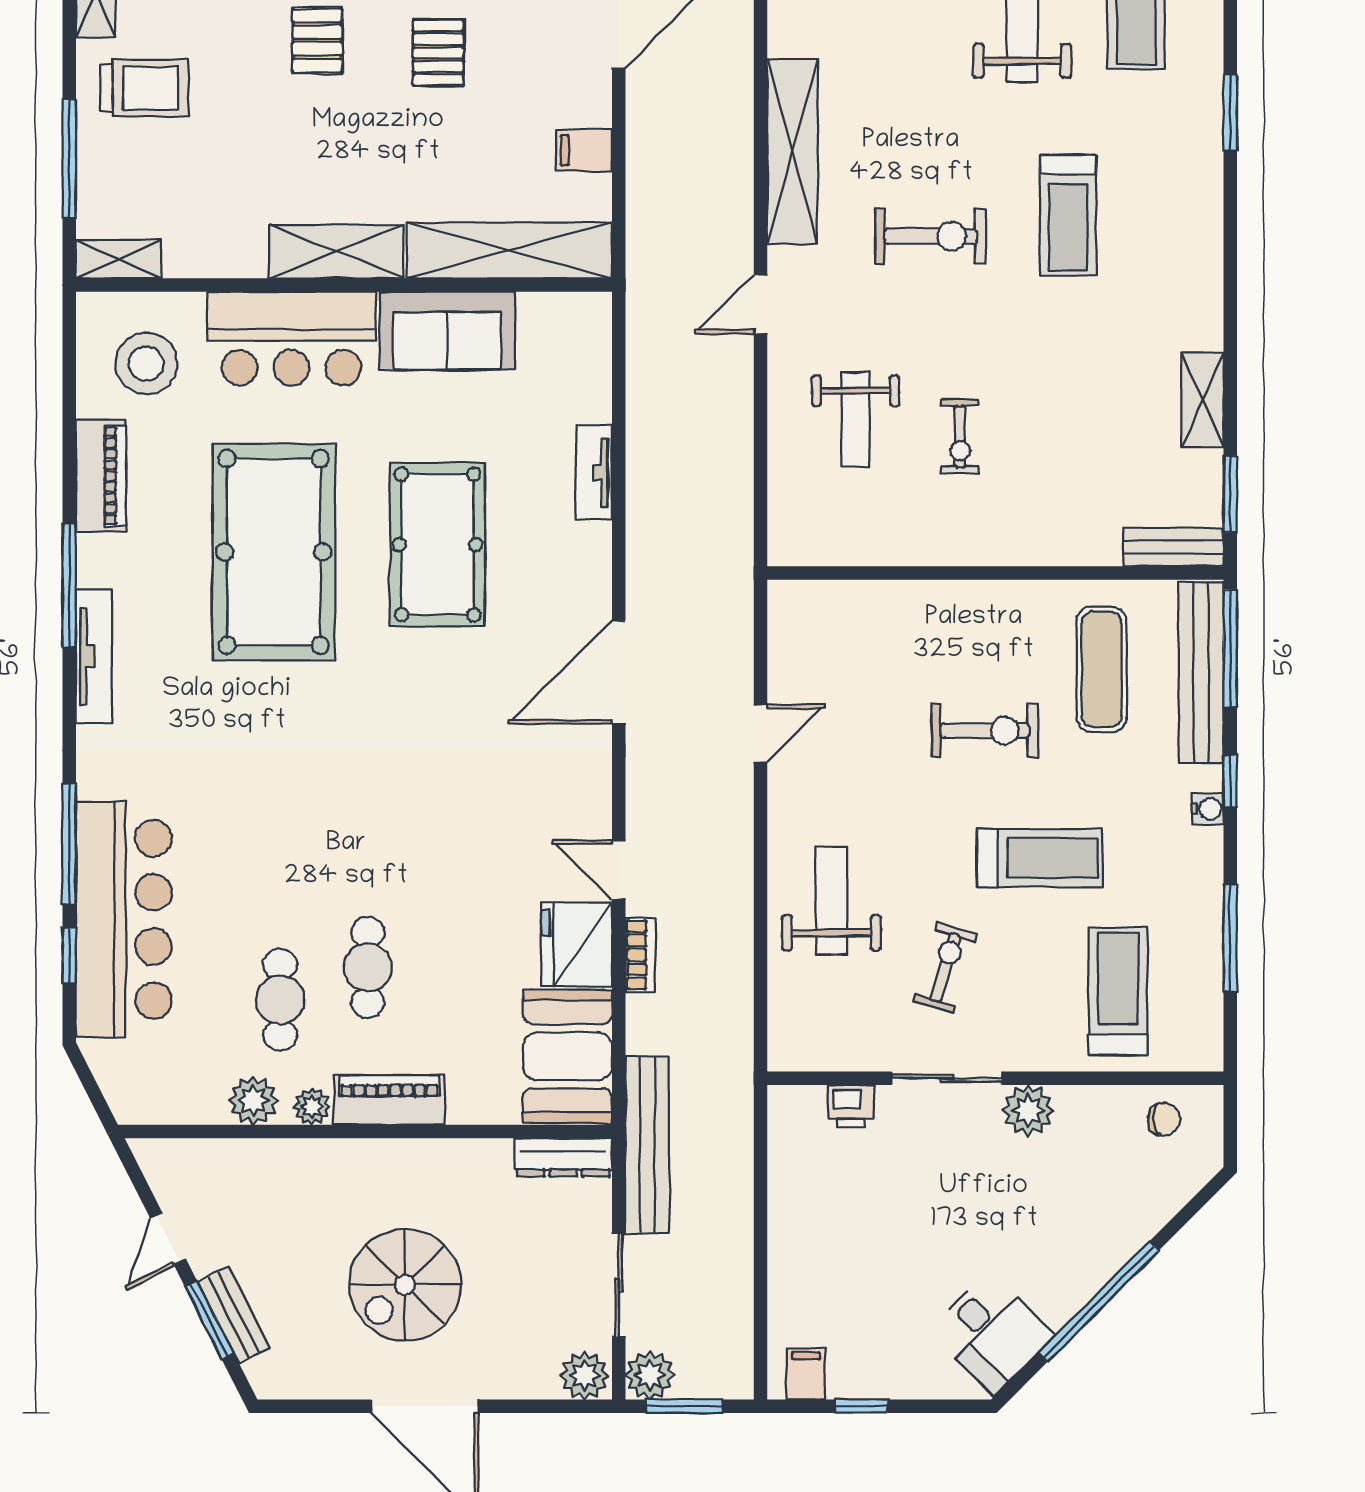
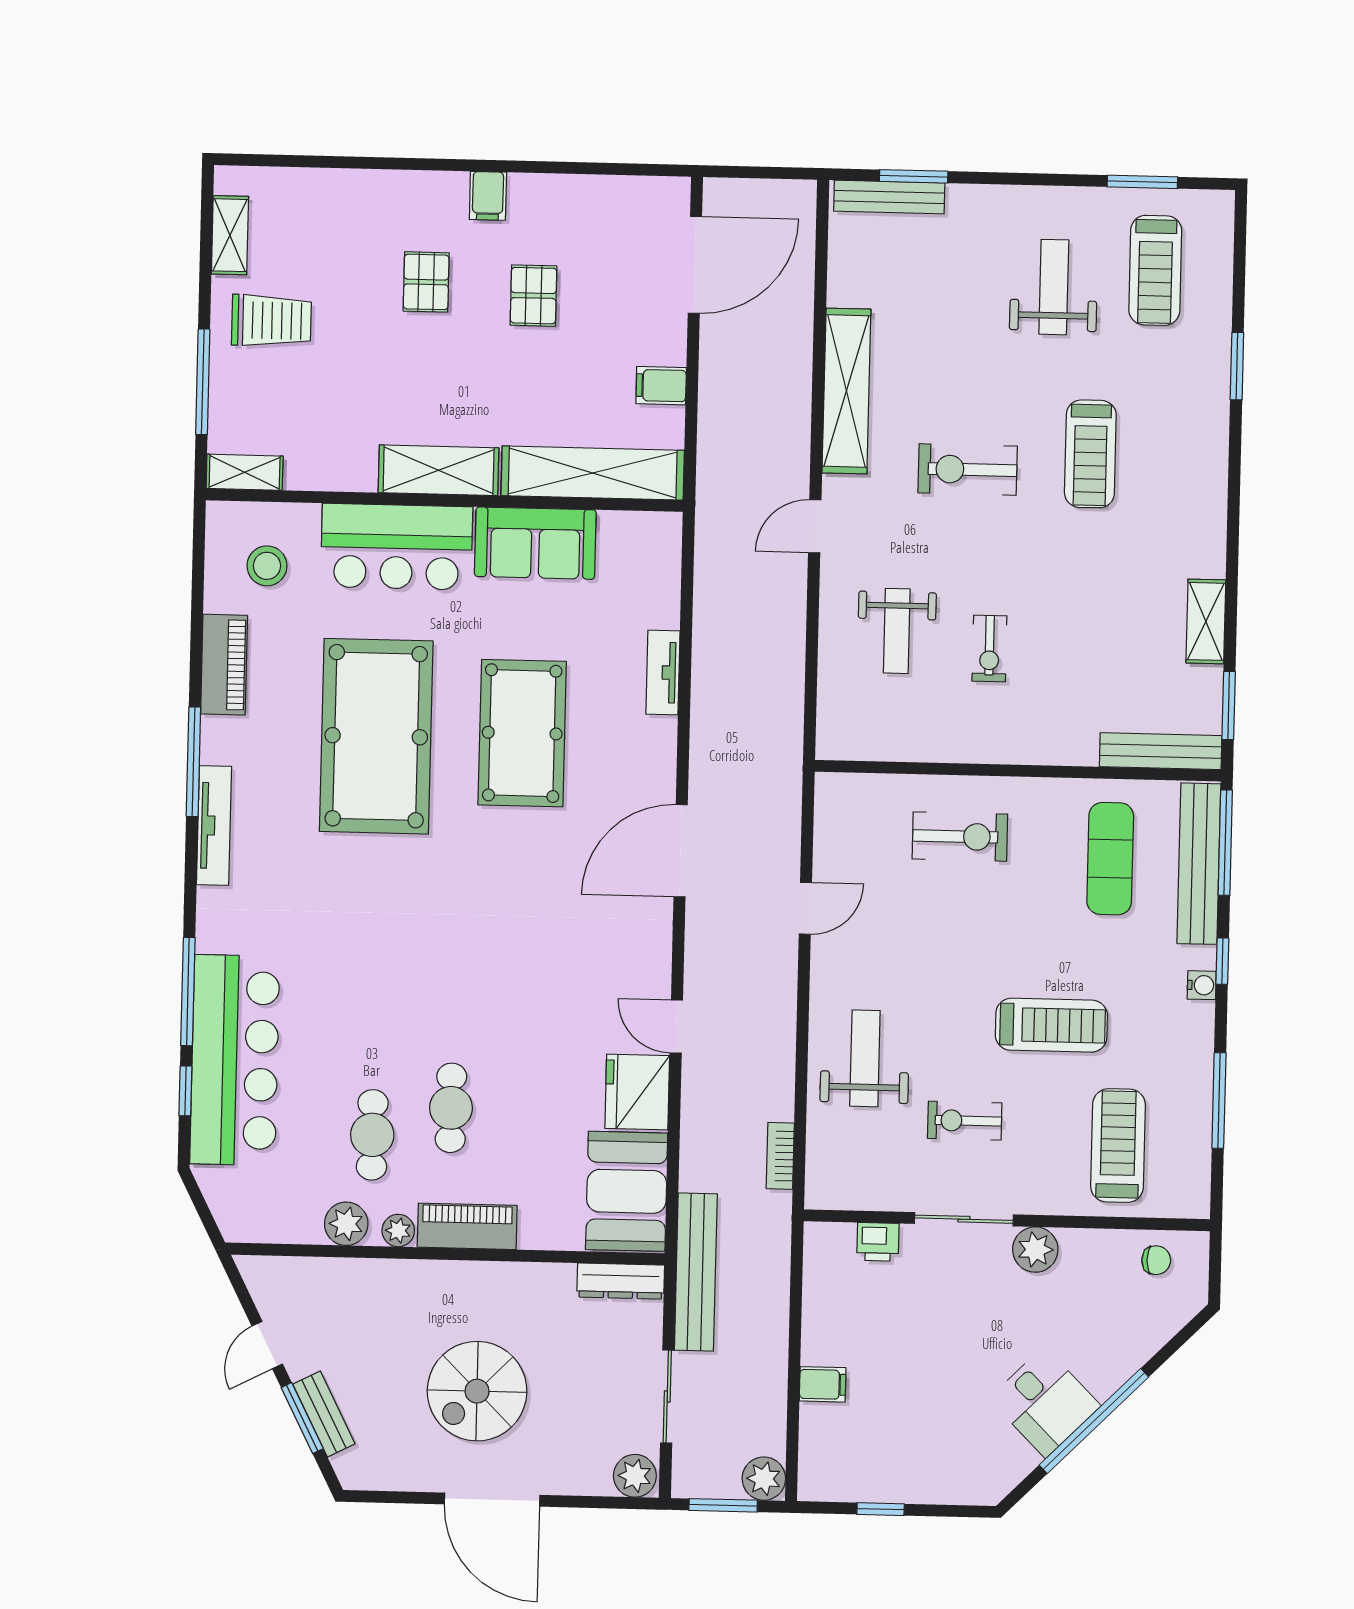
exercise bike: (931, 236) -> (968, 469), turned 180
stool: (146, 364) -> (267, 566), width x0.73, depth x0.73
bench: (1173, 547) -> (1161, 751), width x1.36
exercise bike: (985, 731) -> (960, 837), moved
bookcase: (640, 955) -> (780, 1156), moved, turned 180
exercise bike: (945, 968) -> (965, 1121), turned -107
desk: (991, 1333) -> (1045, 1402), moved
filing cabinet: (806, 1374) -> (823, 1384), moved, turned 90
plant: (650, 1375) -> (764, 1479), moved

